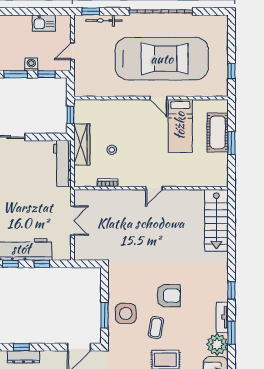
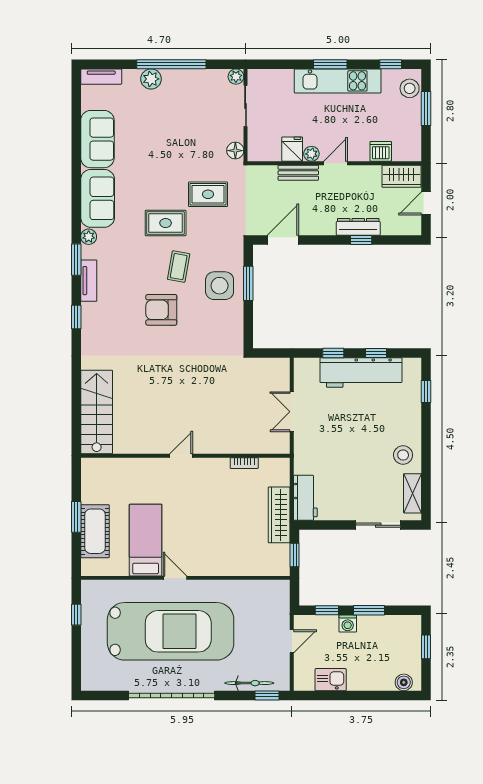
car: (162, 59) -> (171, 631), turned 180
stool: (112, 150) -> (238, 508), removed
workbench: (62, 163) -> (305, 498), width x0.73
plant: (217, 344) -> (89, 237), width x0.53, depth x0.53

